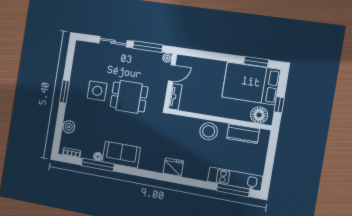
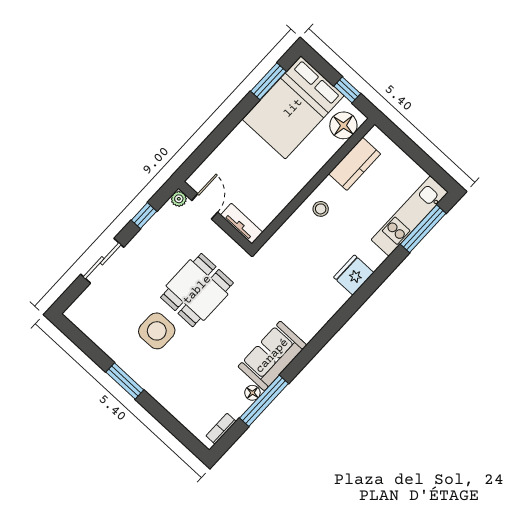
window: (148, 47) -> (144, 216), width x0.46
plant: (69, 127) -> (180, 408), removed
stool: (209, 131) -> (321, 209), width x0.53, depth x0.53
fridge: (173, 167) -> (354, 275), moved

